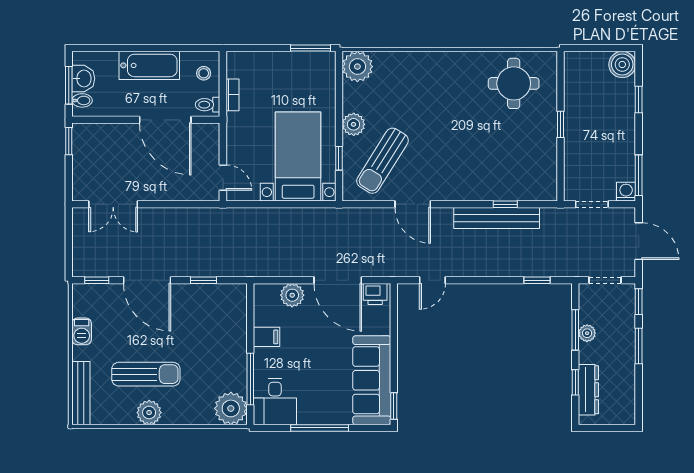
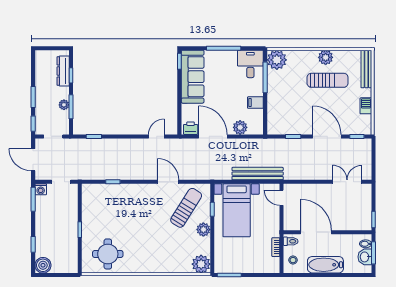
bench: (497, 218) -> (258, 174), moved
sun lounger: (146, 374) -> (328, 80), turned 180

